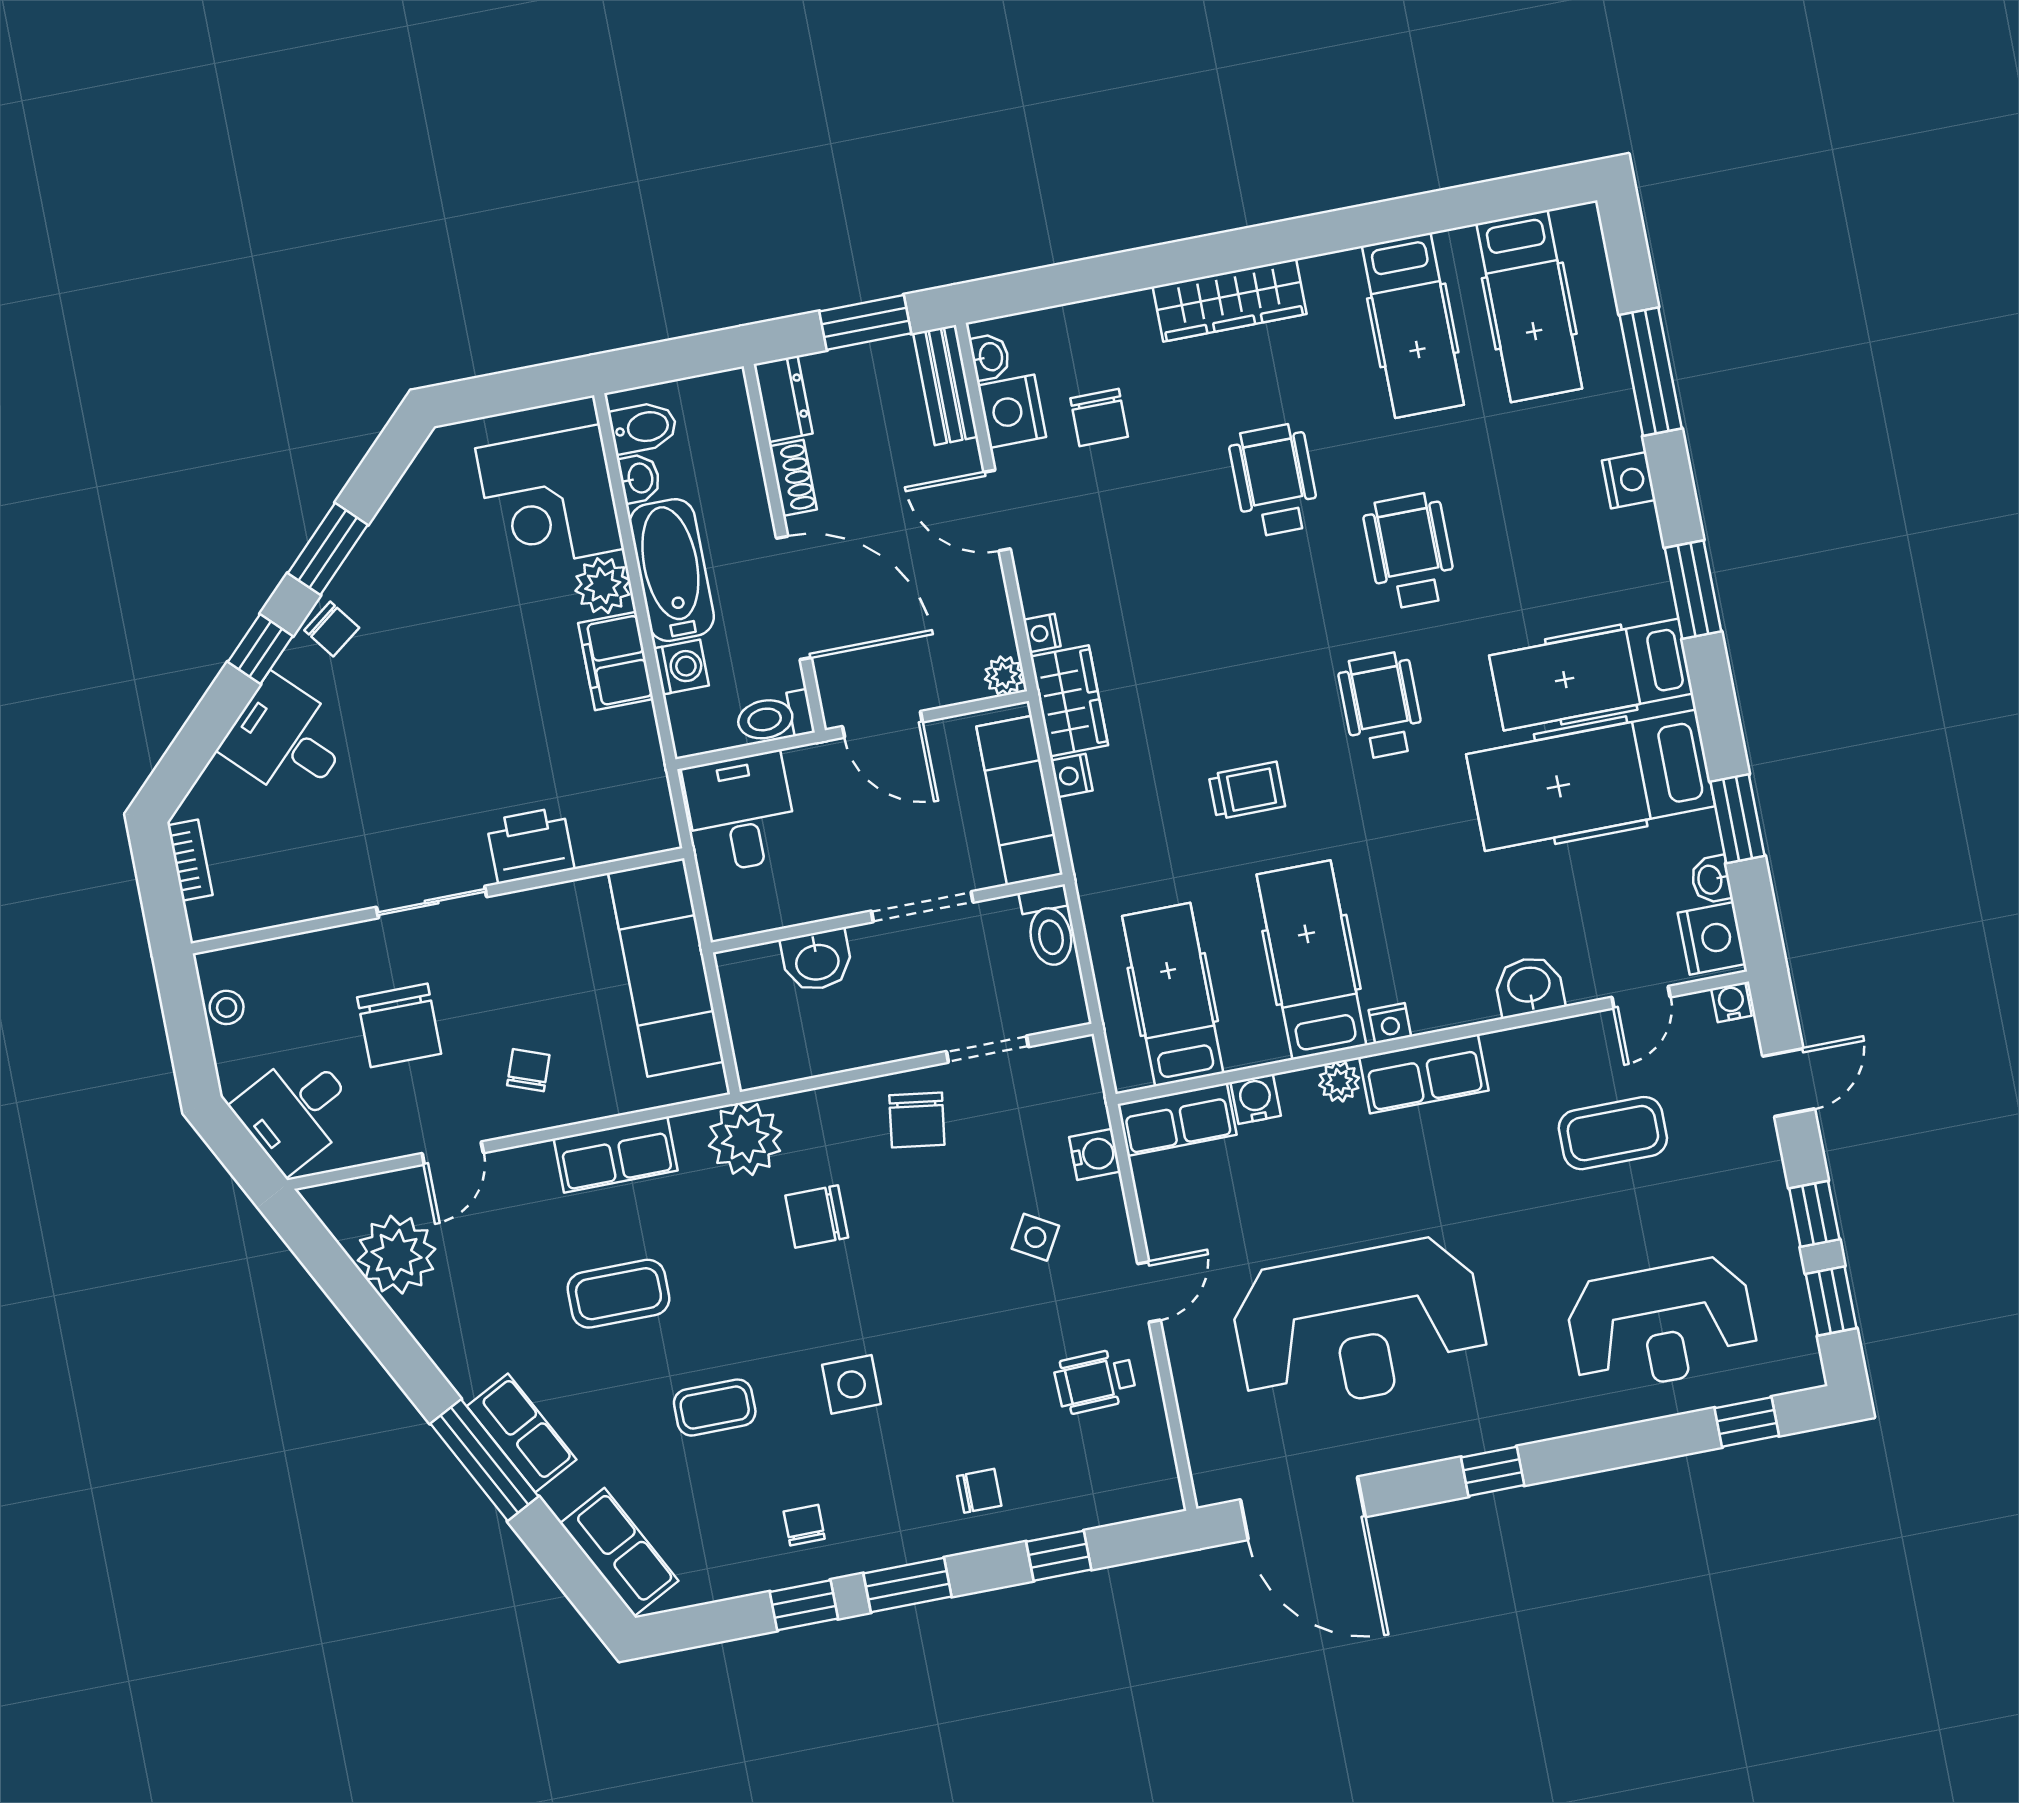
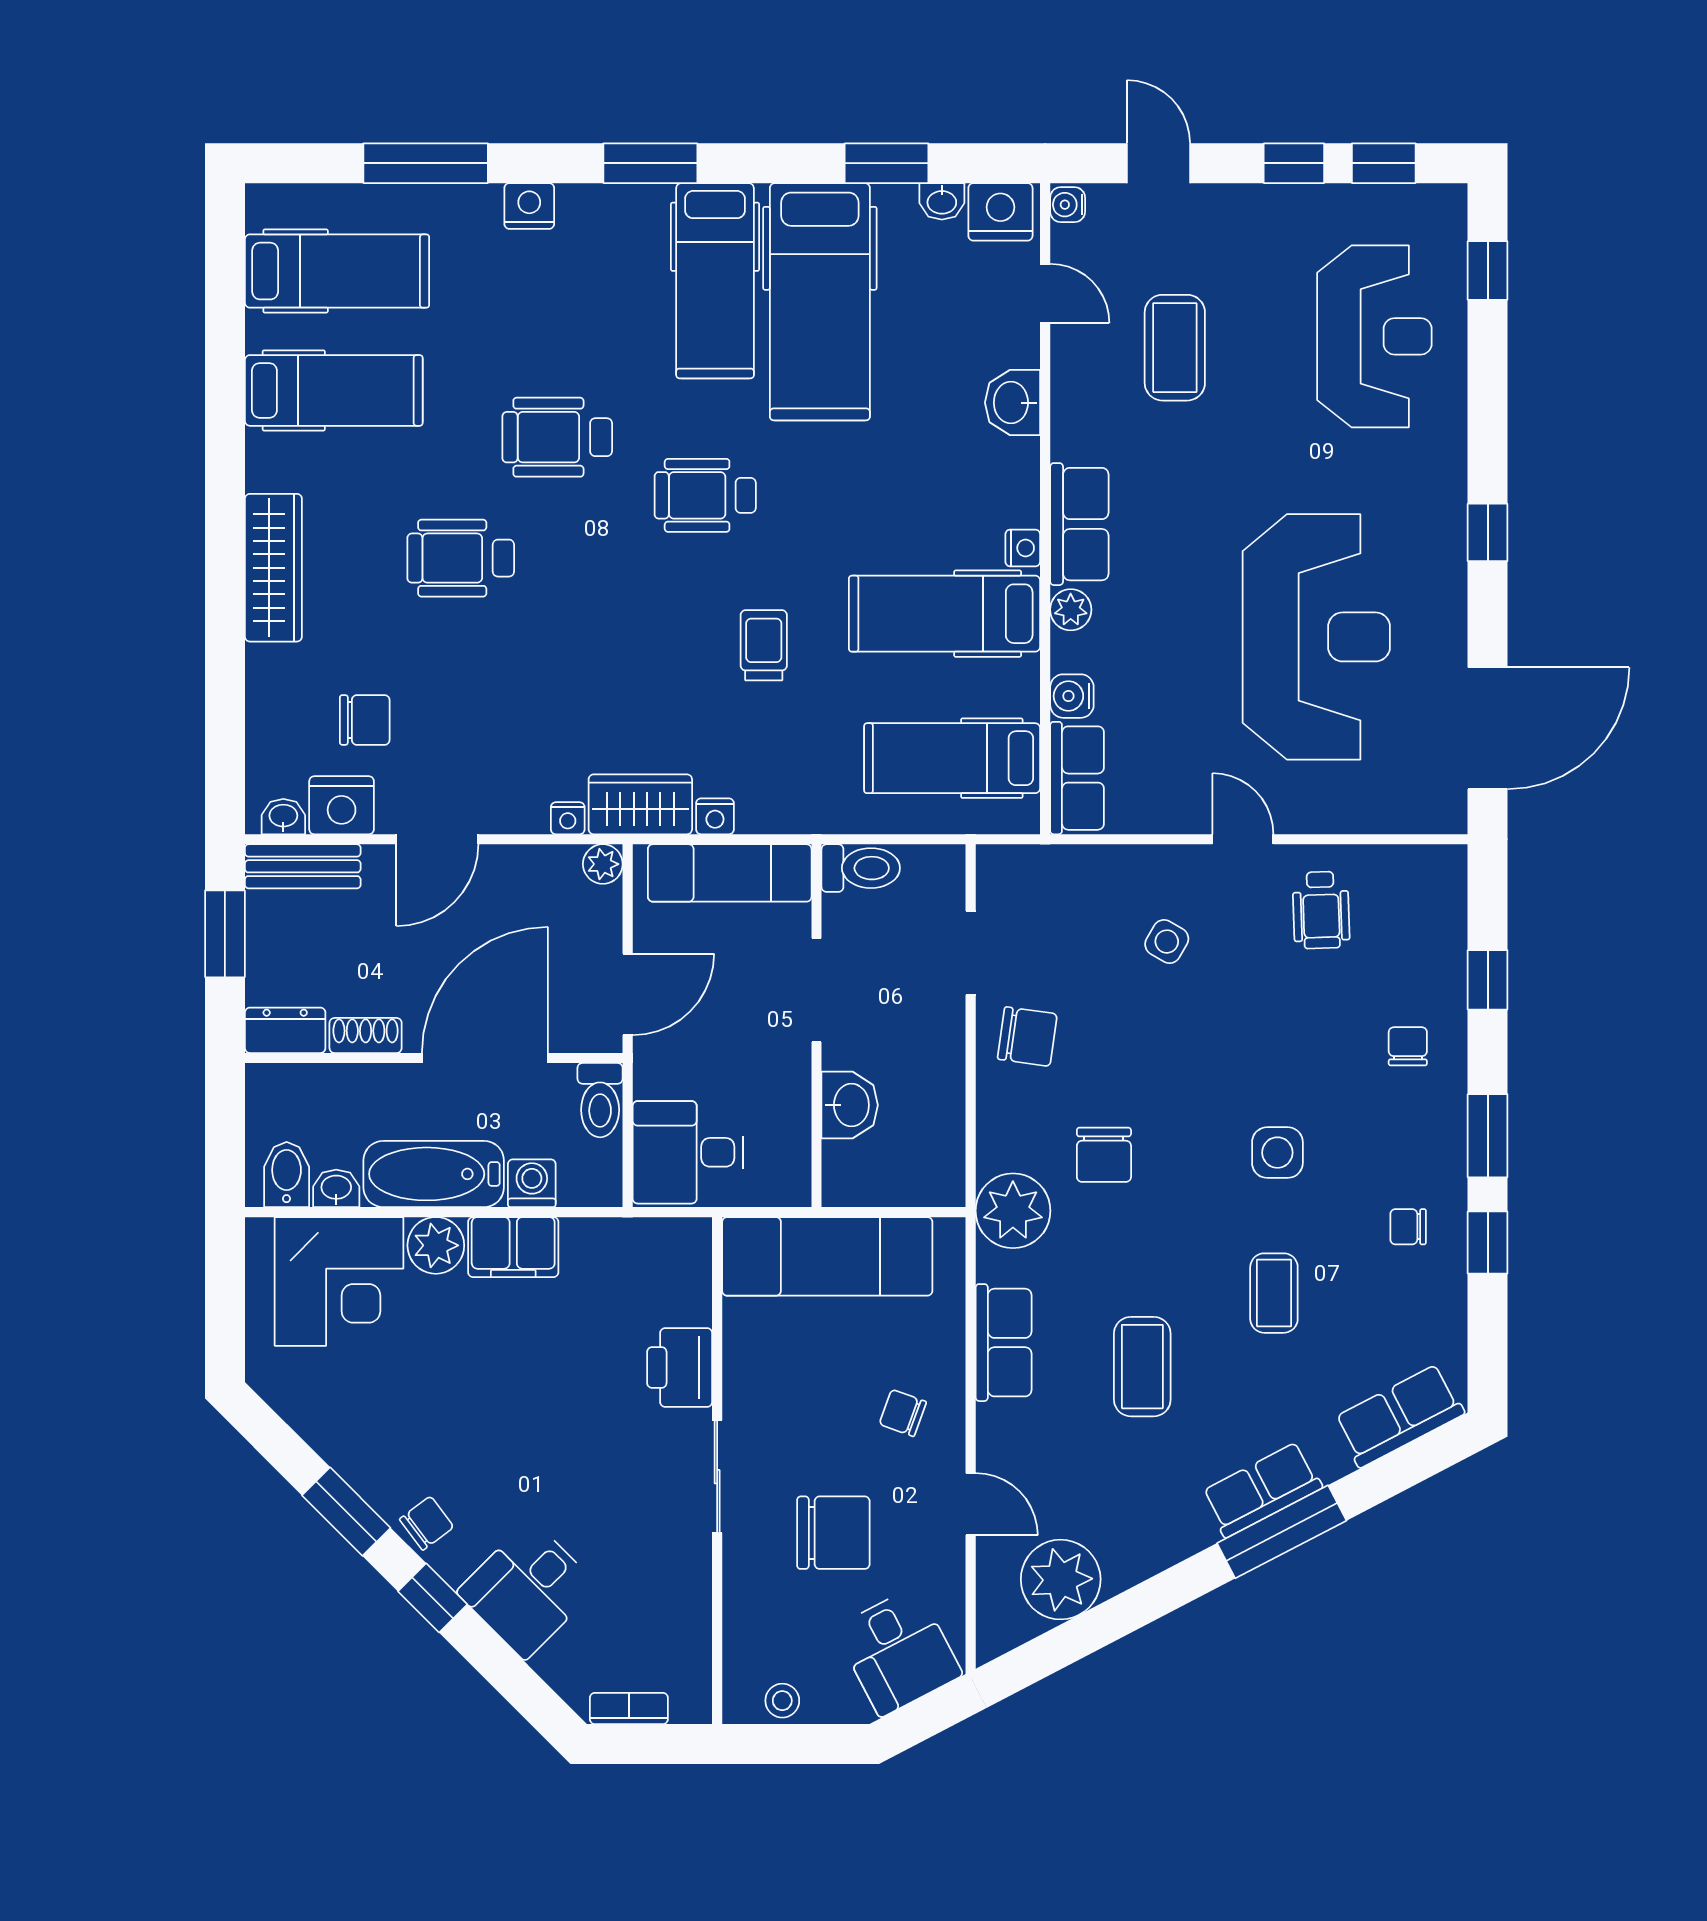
water cooler: (1095, 1154) -> (1096, 866), removed

